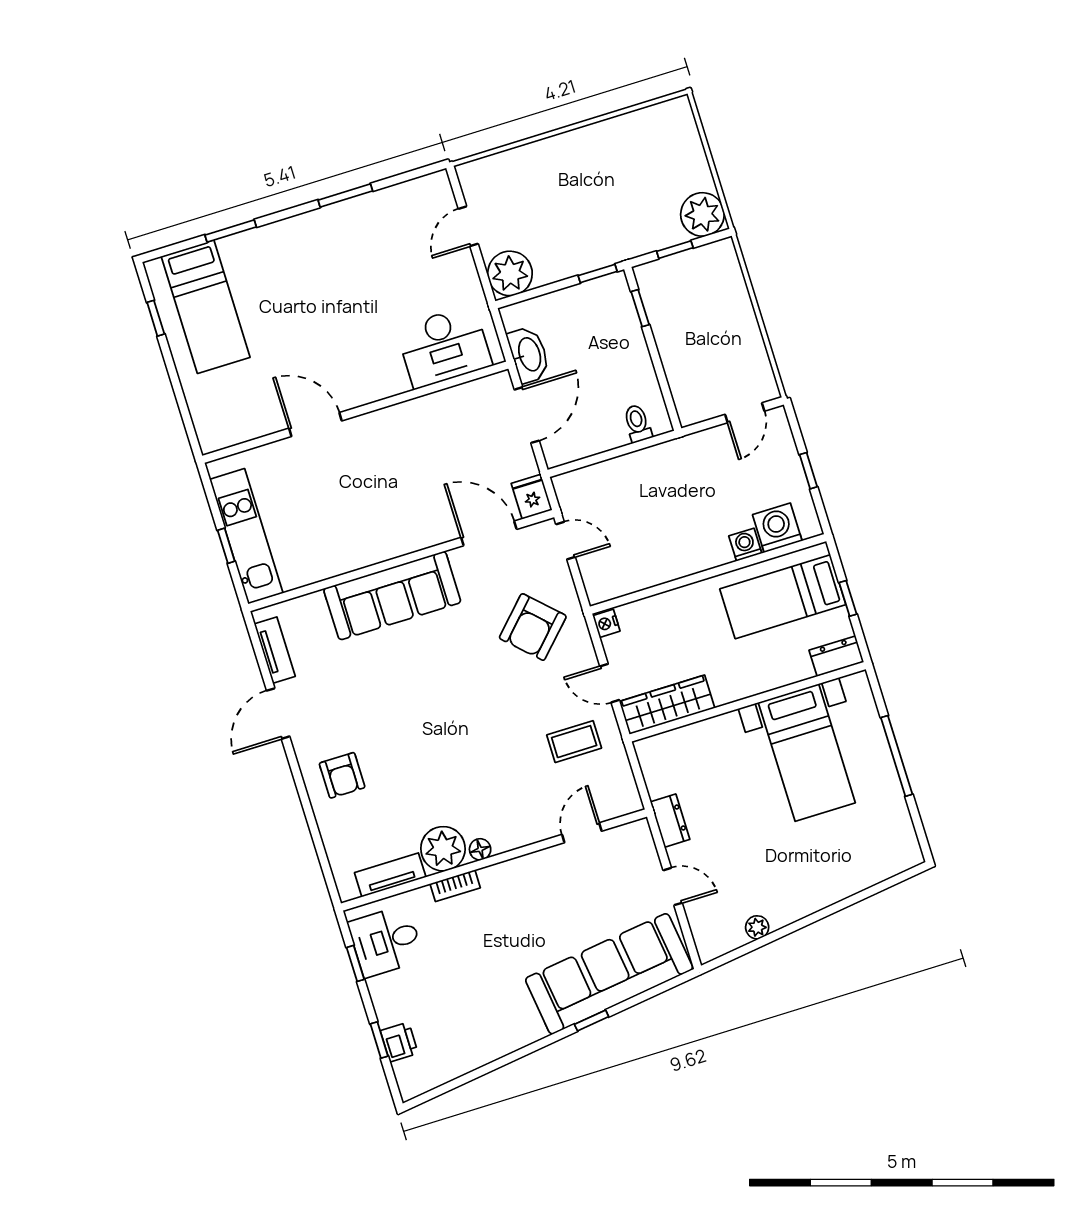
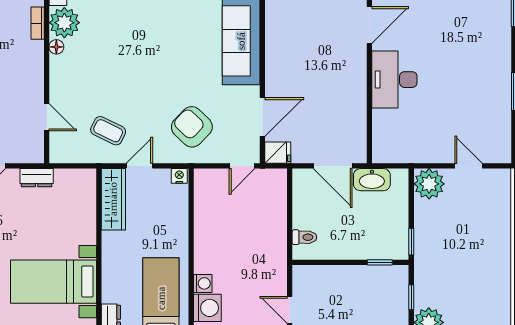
desk: (444, 347) -> (394, 80), moved
coffee table: (574, 742) -> (108, 131), turned -64

